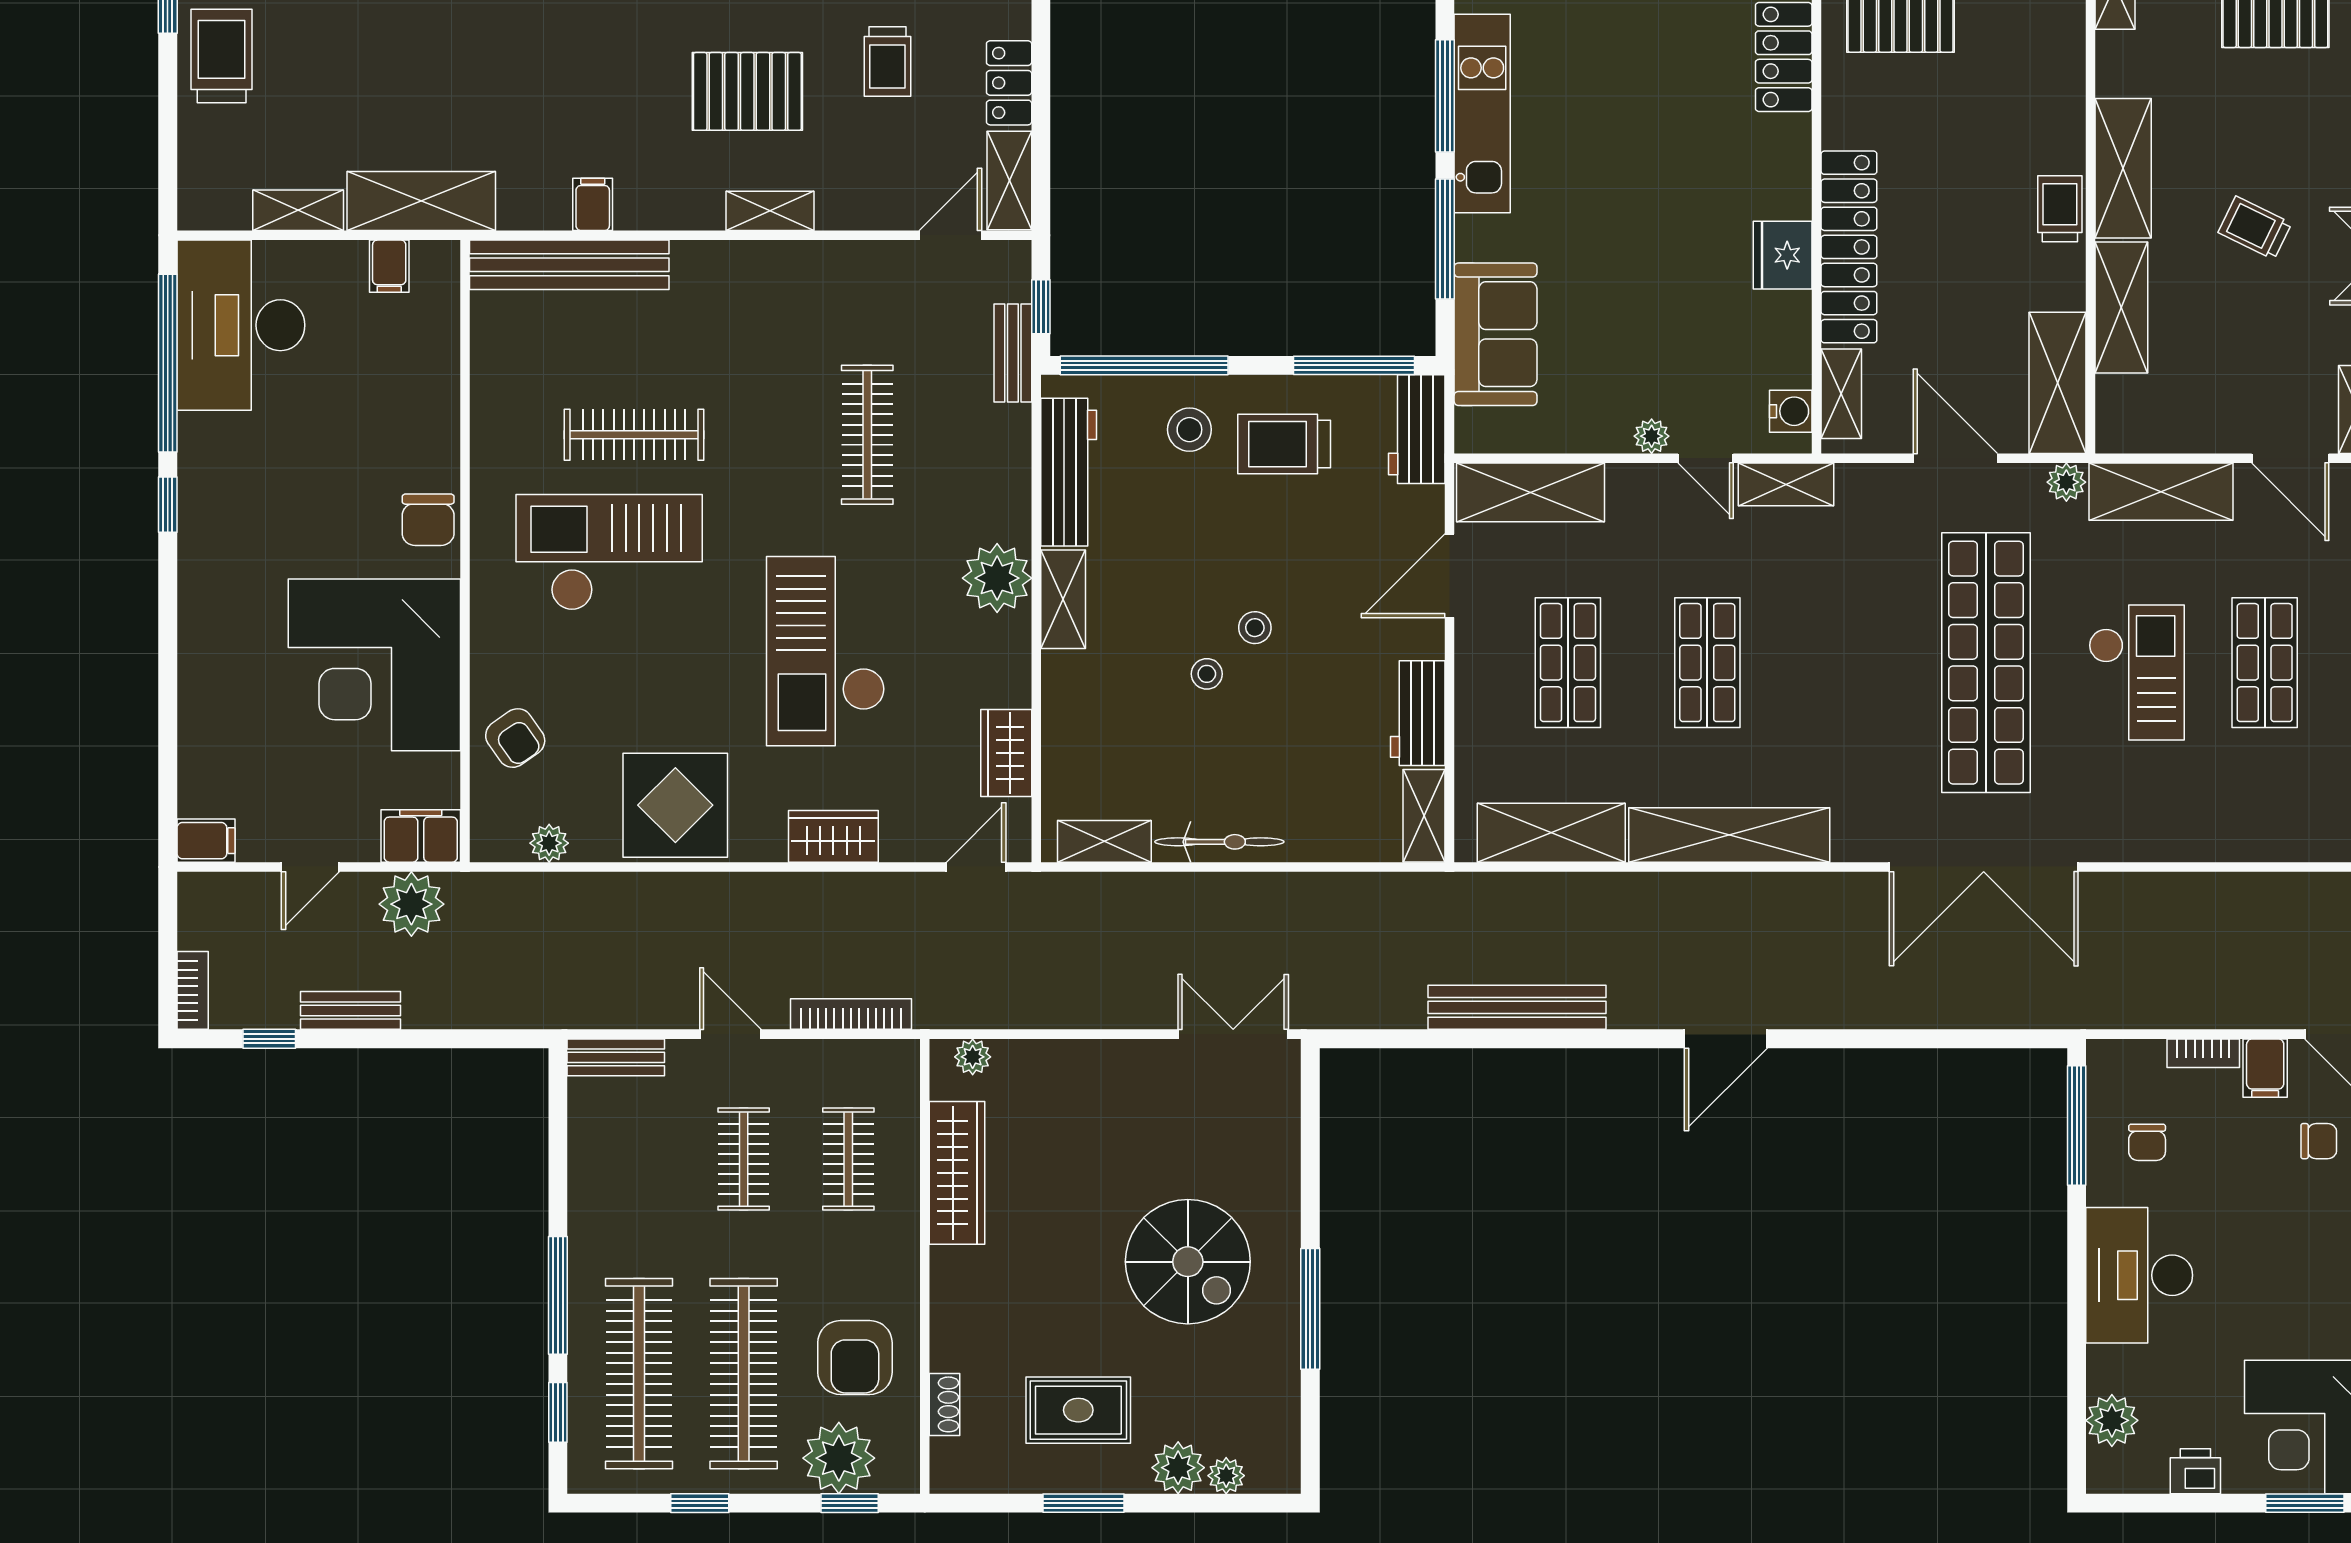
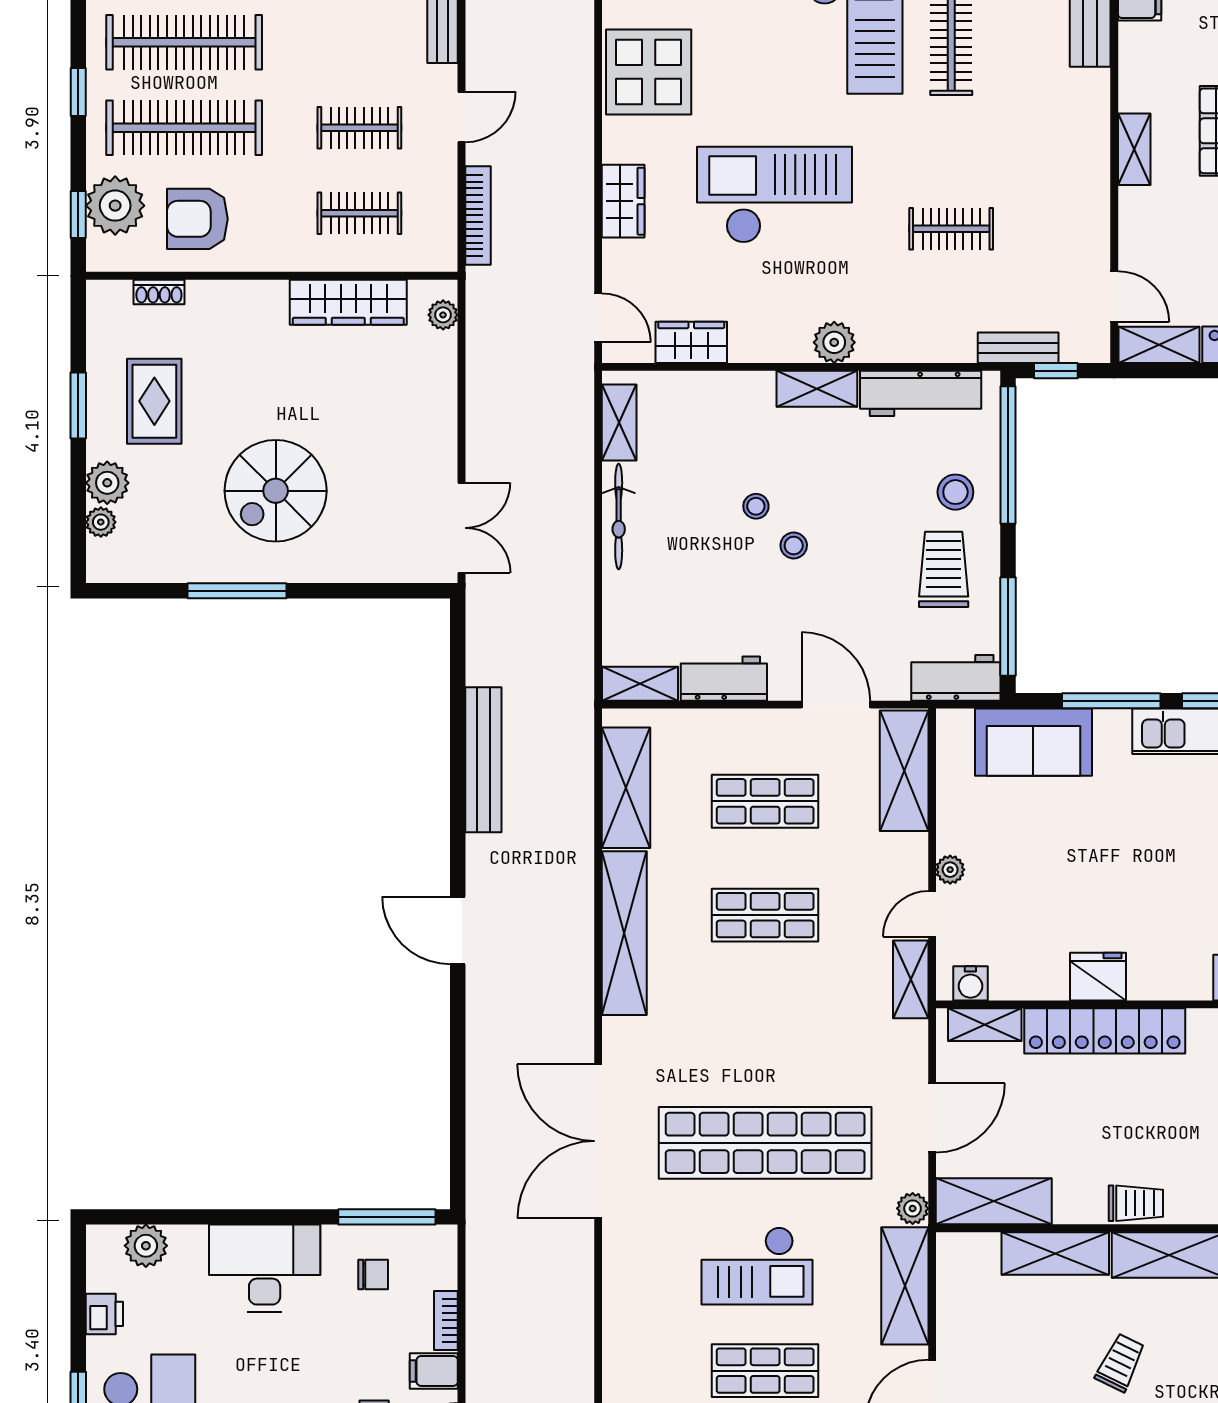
clothes rail: (867, 435) -> (951, 229), width x0.73
plant: (997, 578) -> (834, 342), width x0.73, depth x0.73
chair: (2147, 1142) -> (373, 1274), turned 180

